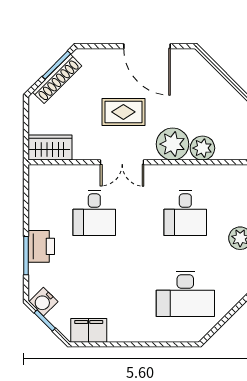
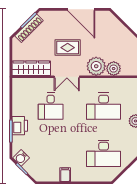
wardrobe: (50, 147) -> (31, 68), width x1.50
desk: (185, 213) -> (104, 106), width x1.37
filing cabinet: (89, 330) -> (65, 175), moved, width x0.50

